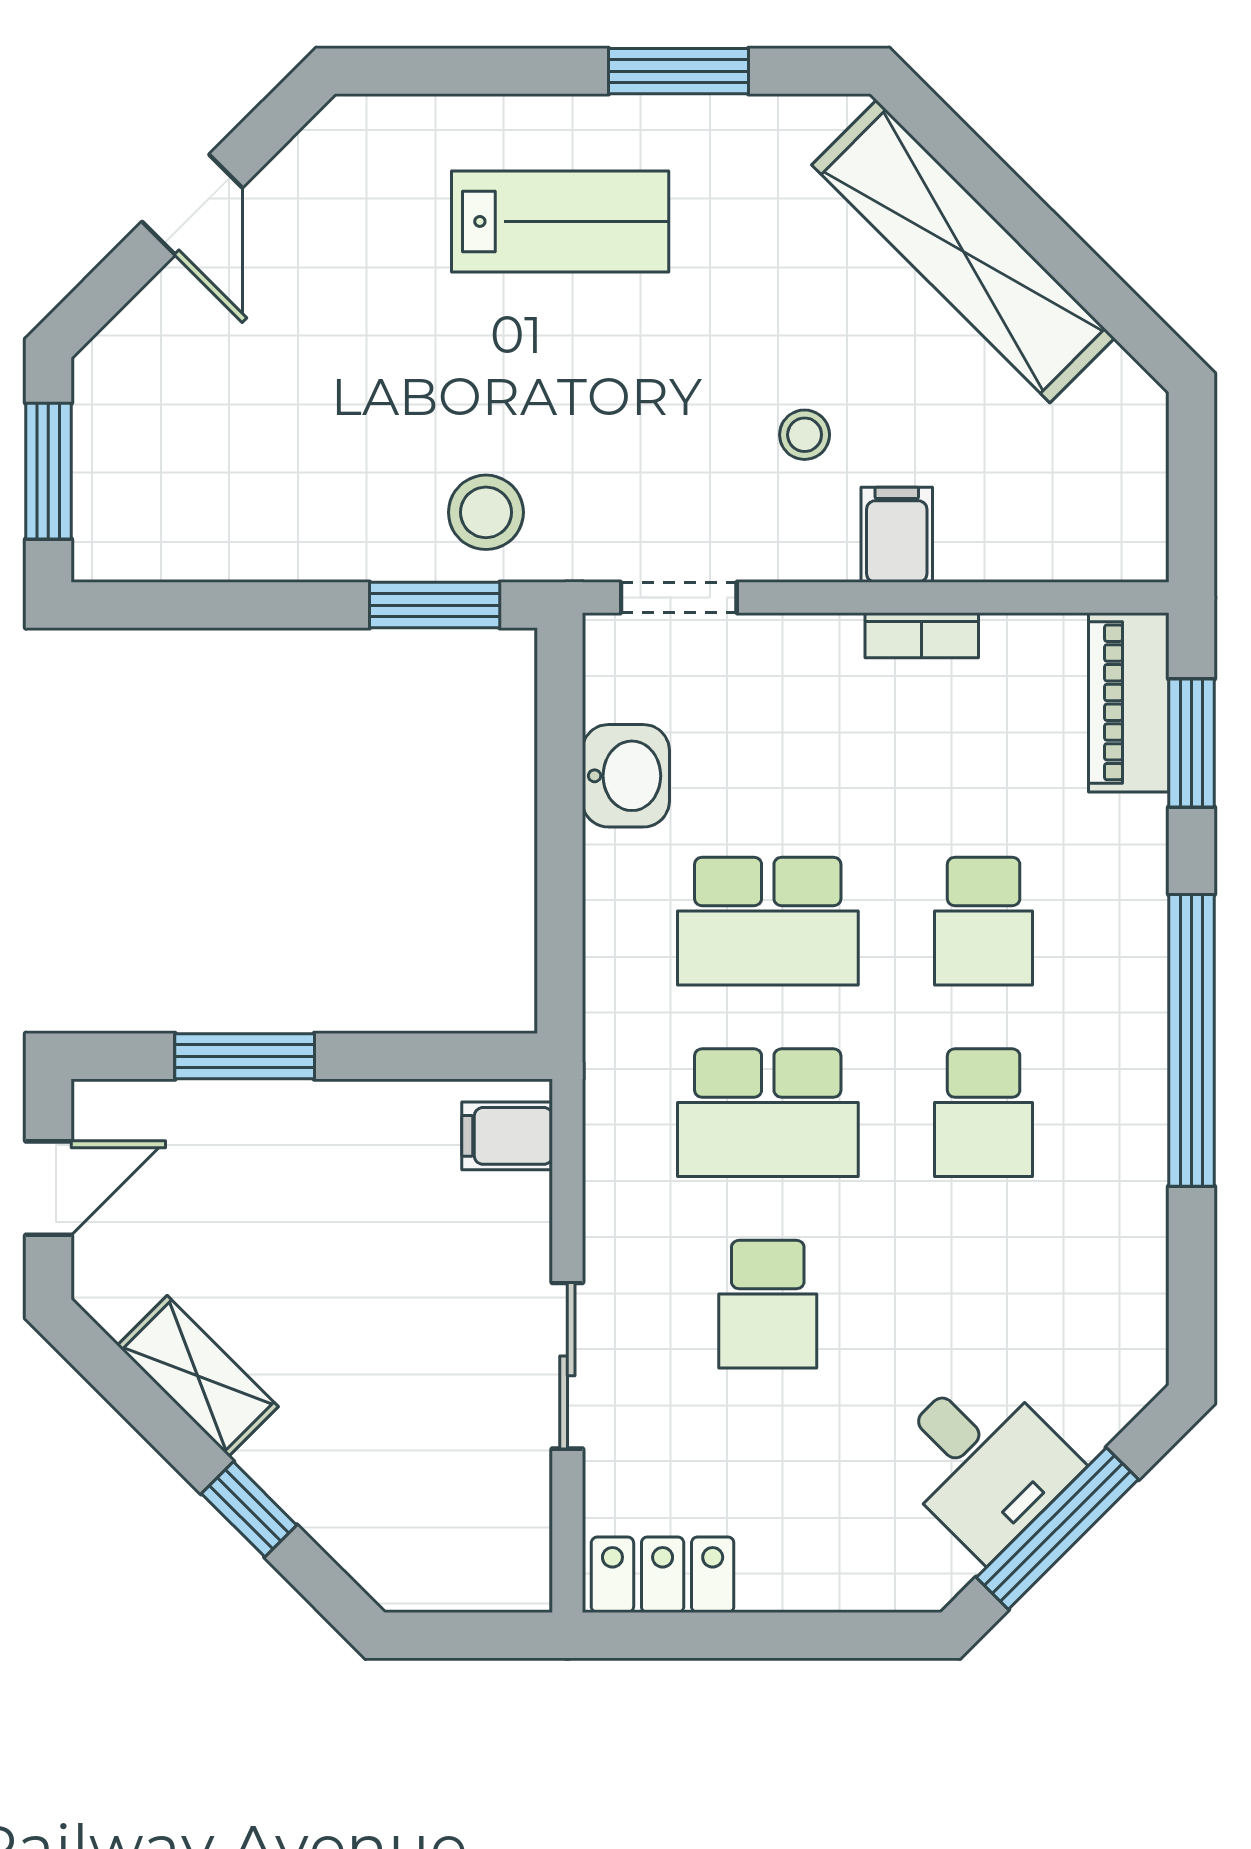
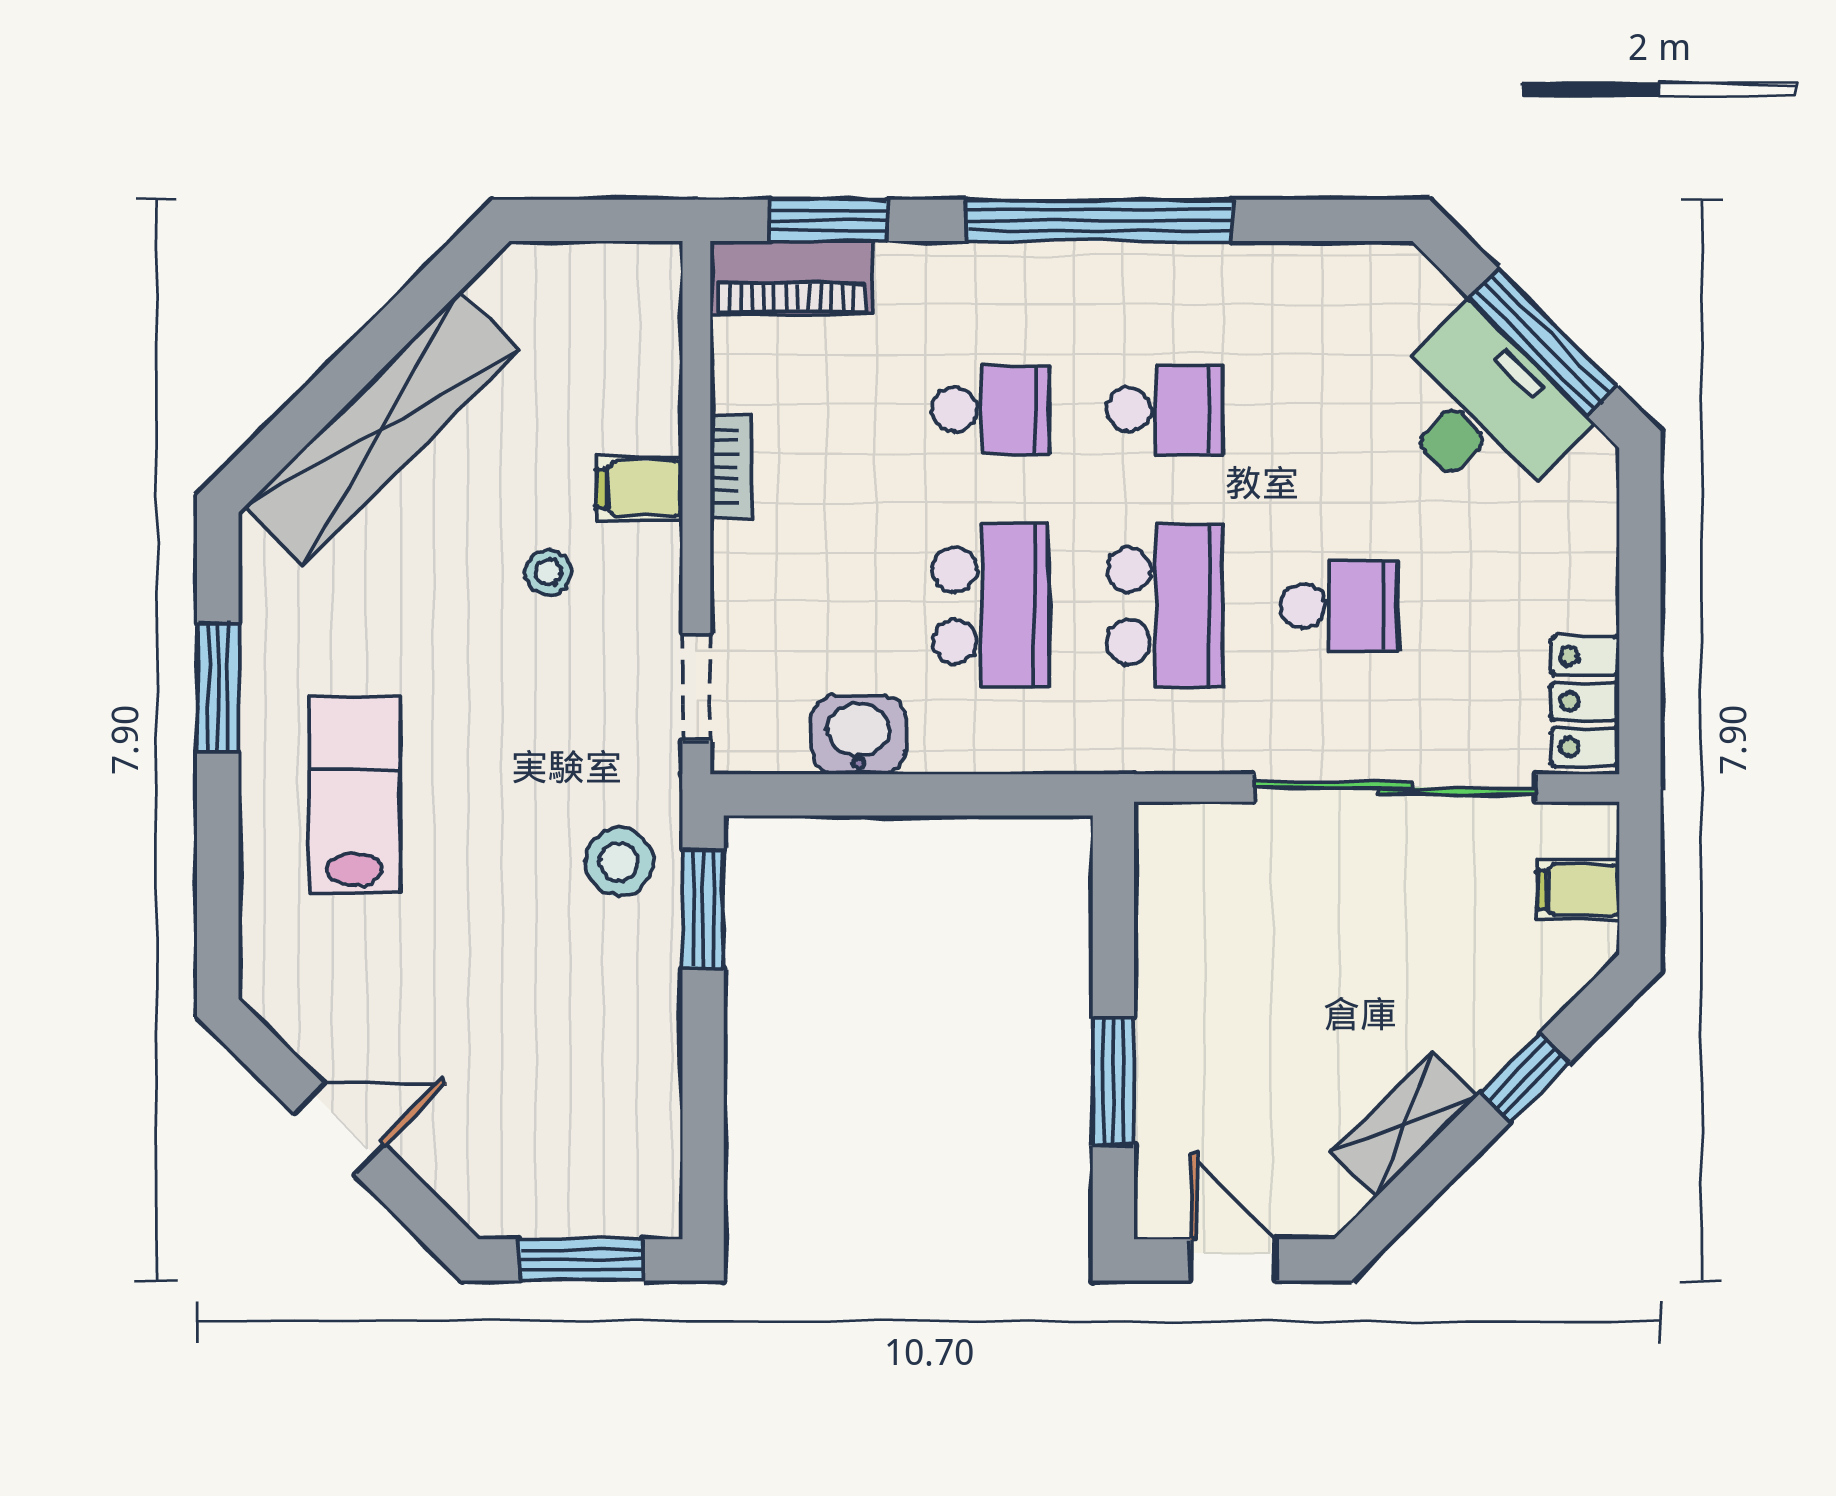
filing cabinet: (507, 1136) -> (1578, 890), moved, turned 90
sliding door: (567, 1366) -> (1395, 788), width x1.86
desk: (983, 1462) -> (1482, 410), width x1.37

